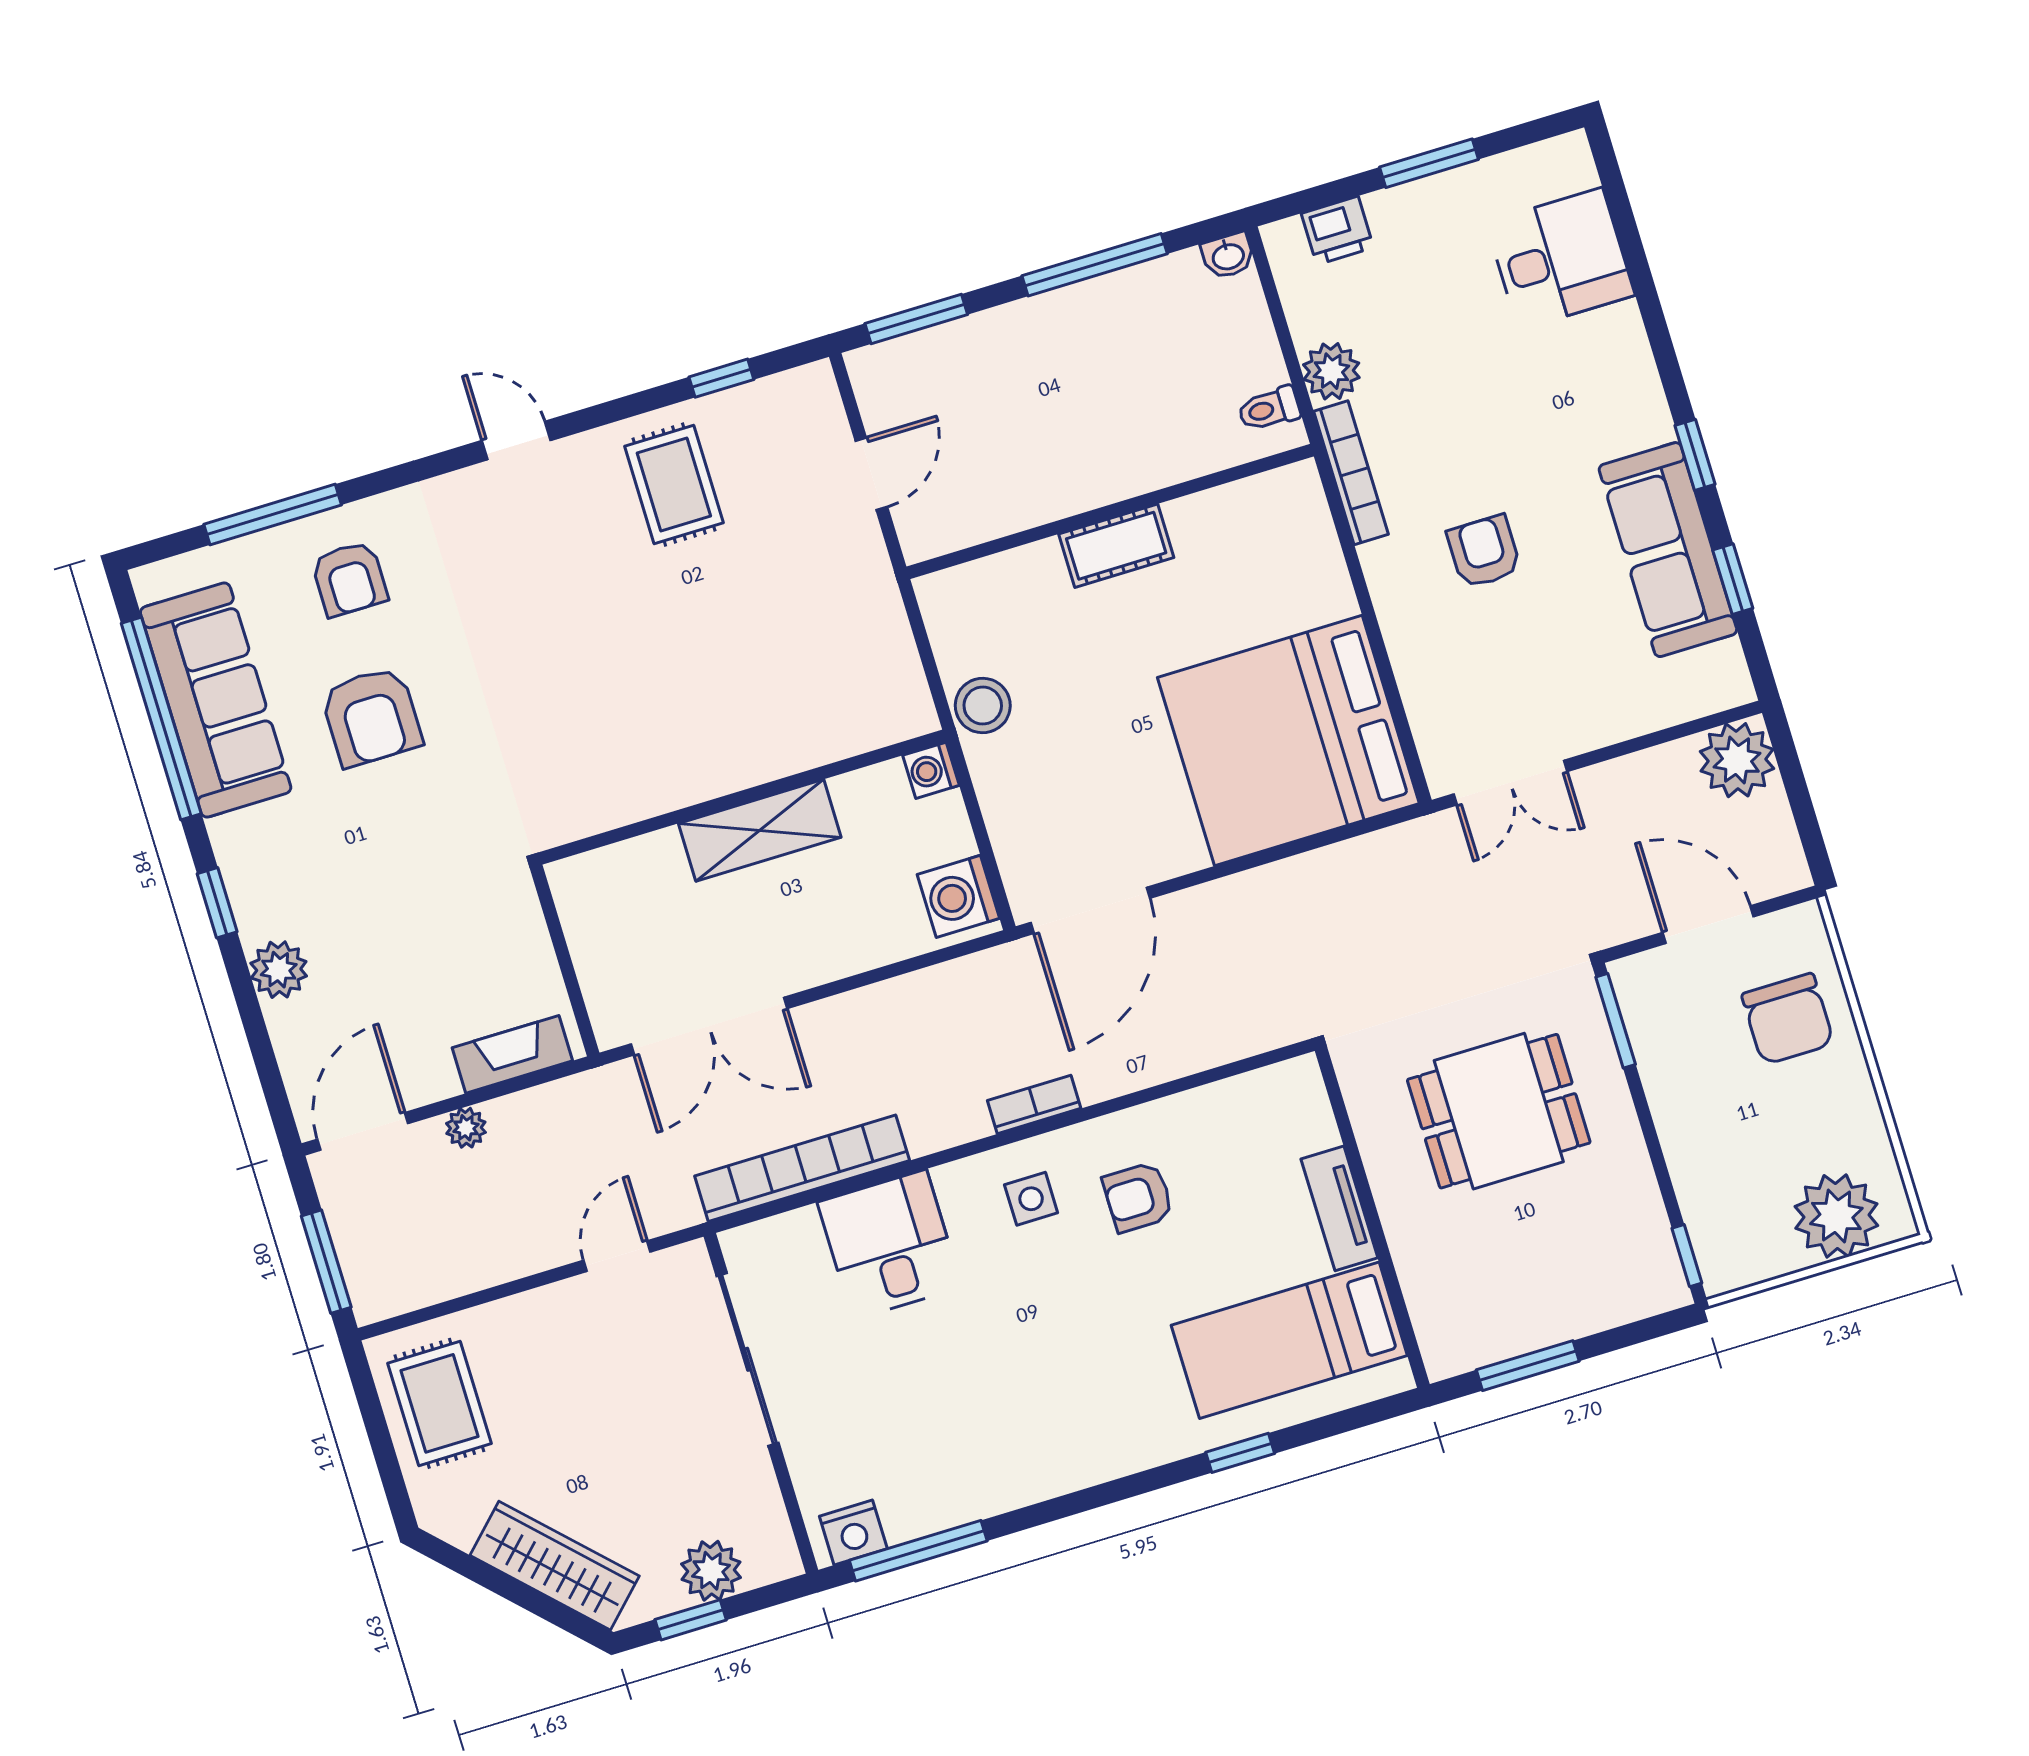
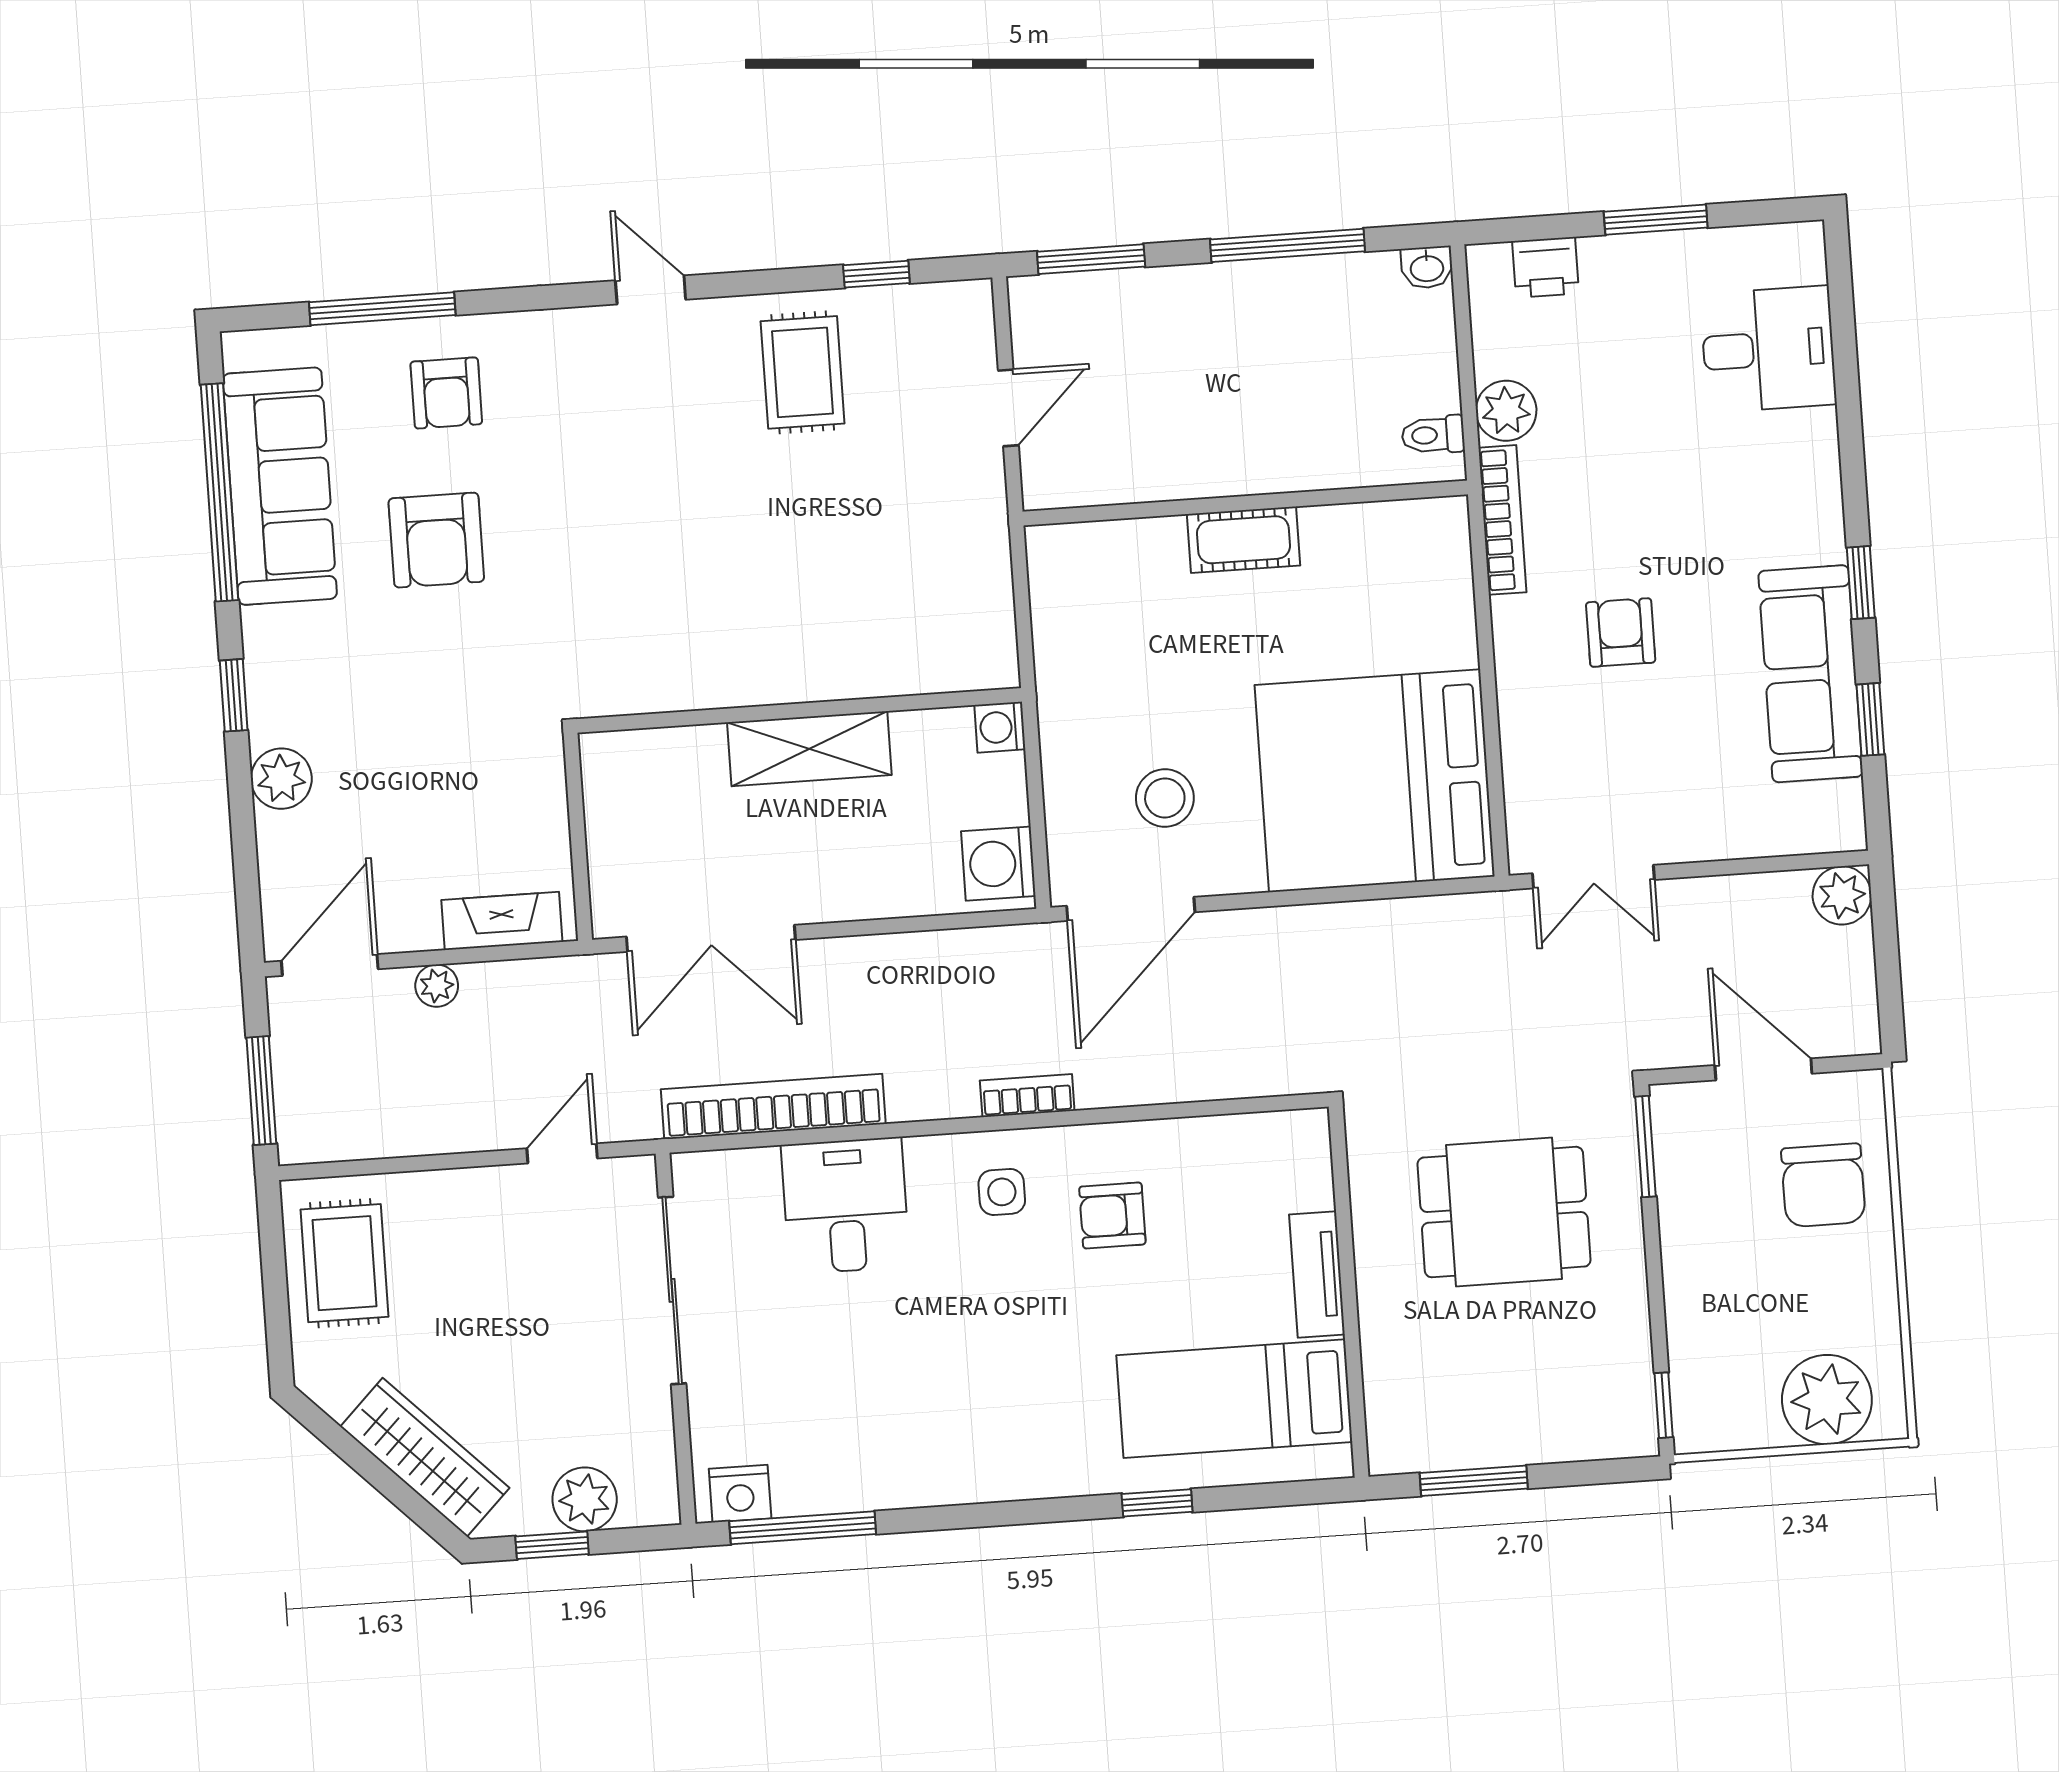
stool: (983, 706) -> (1165, 798), moved
plant: (1737, 760) -> (1842, 895), width x0.73, depth x0.73

